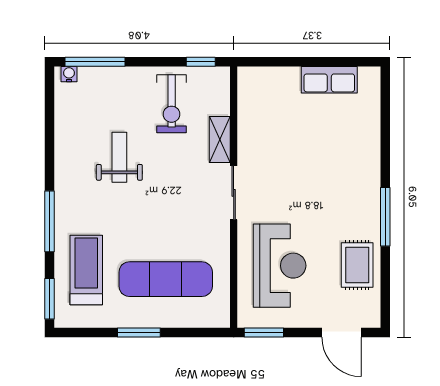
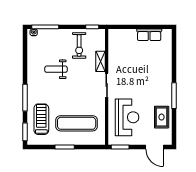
weight bench: (119, 157) -> (56, 69), turned -90

